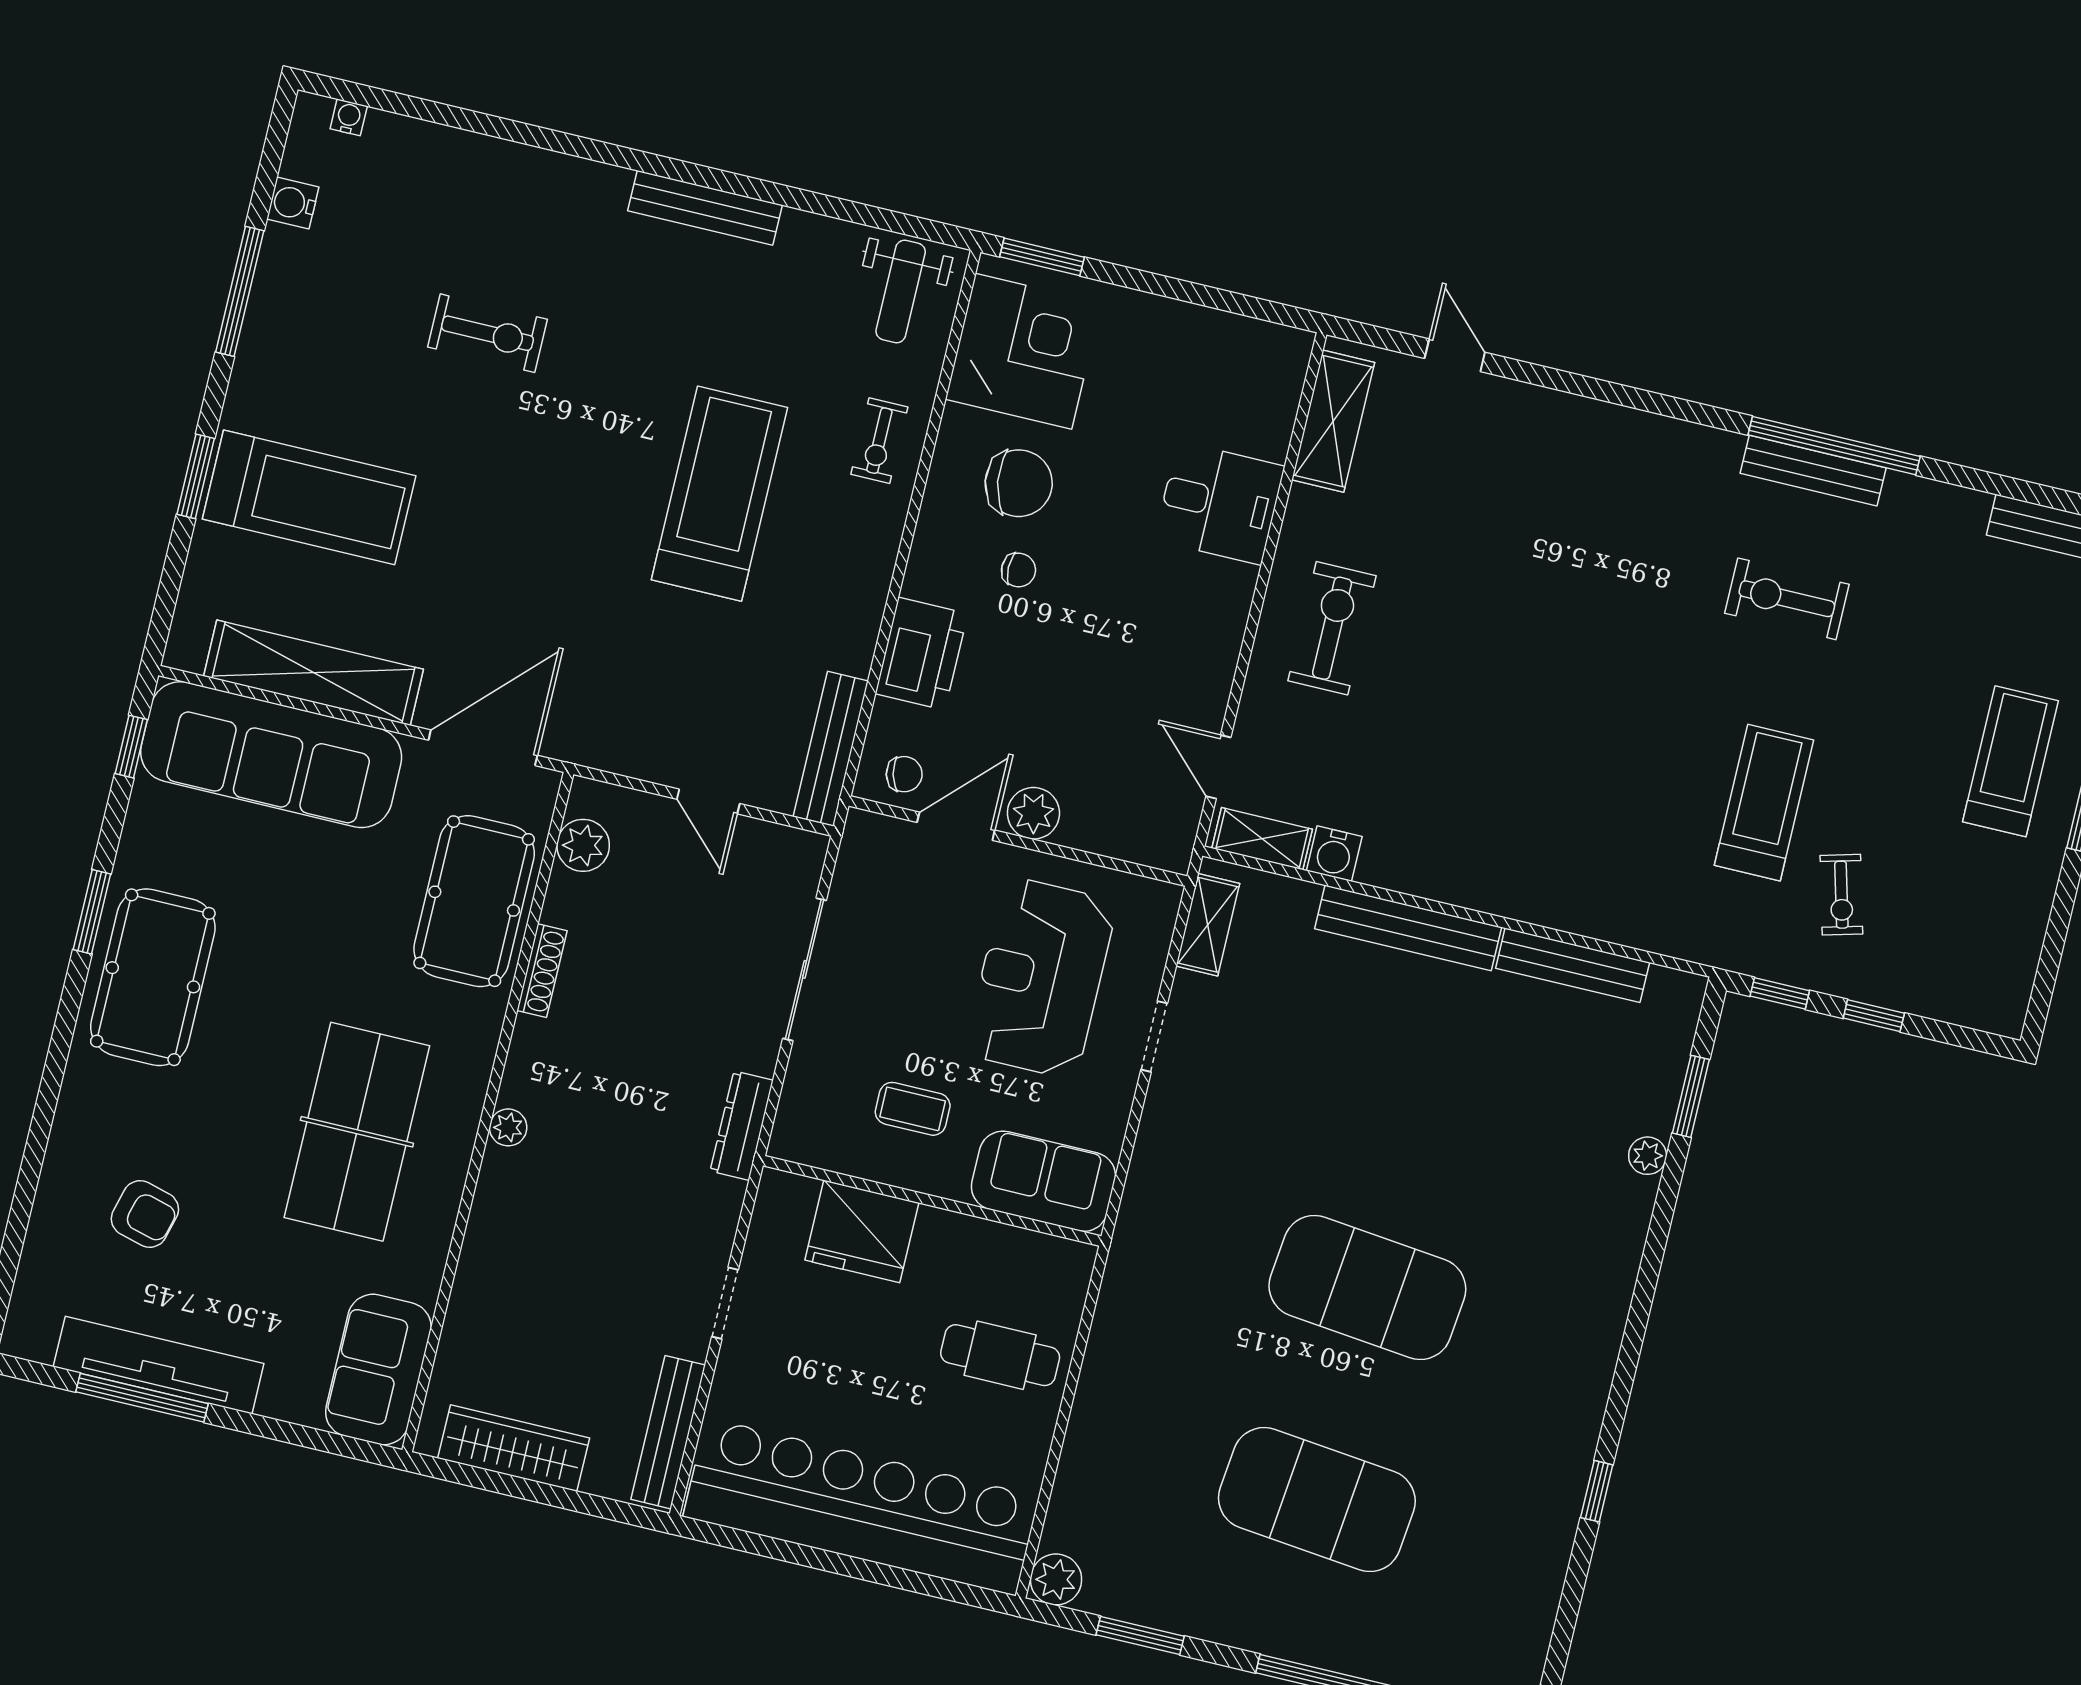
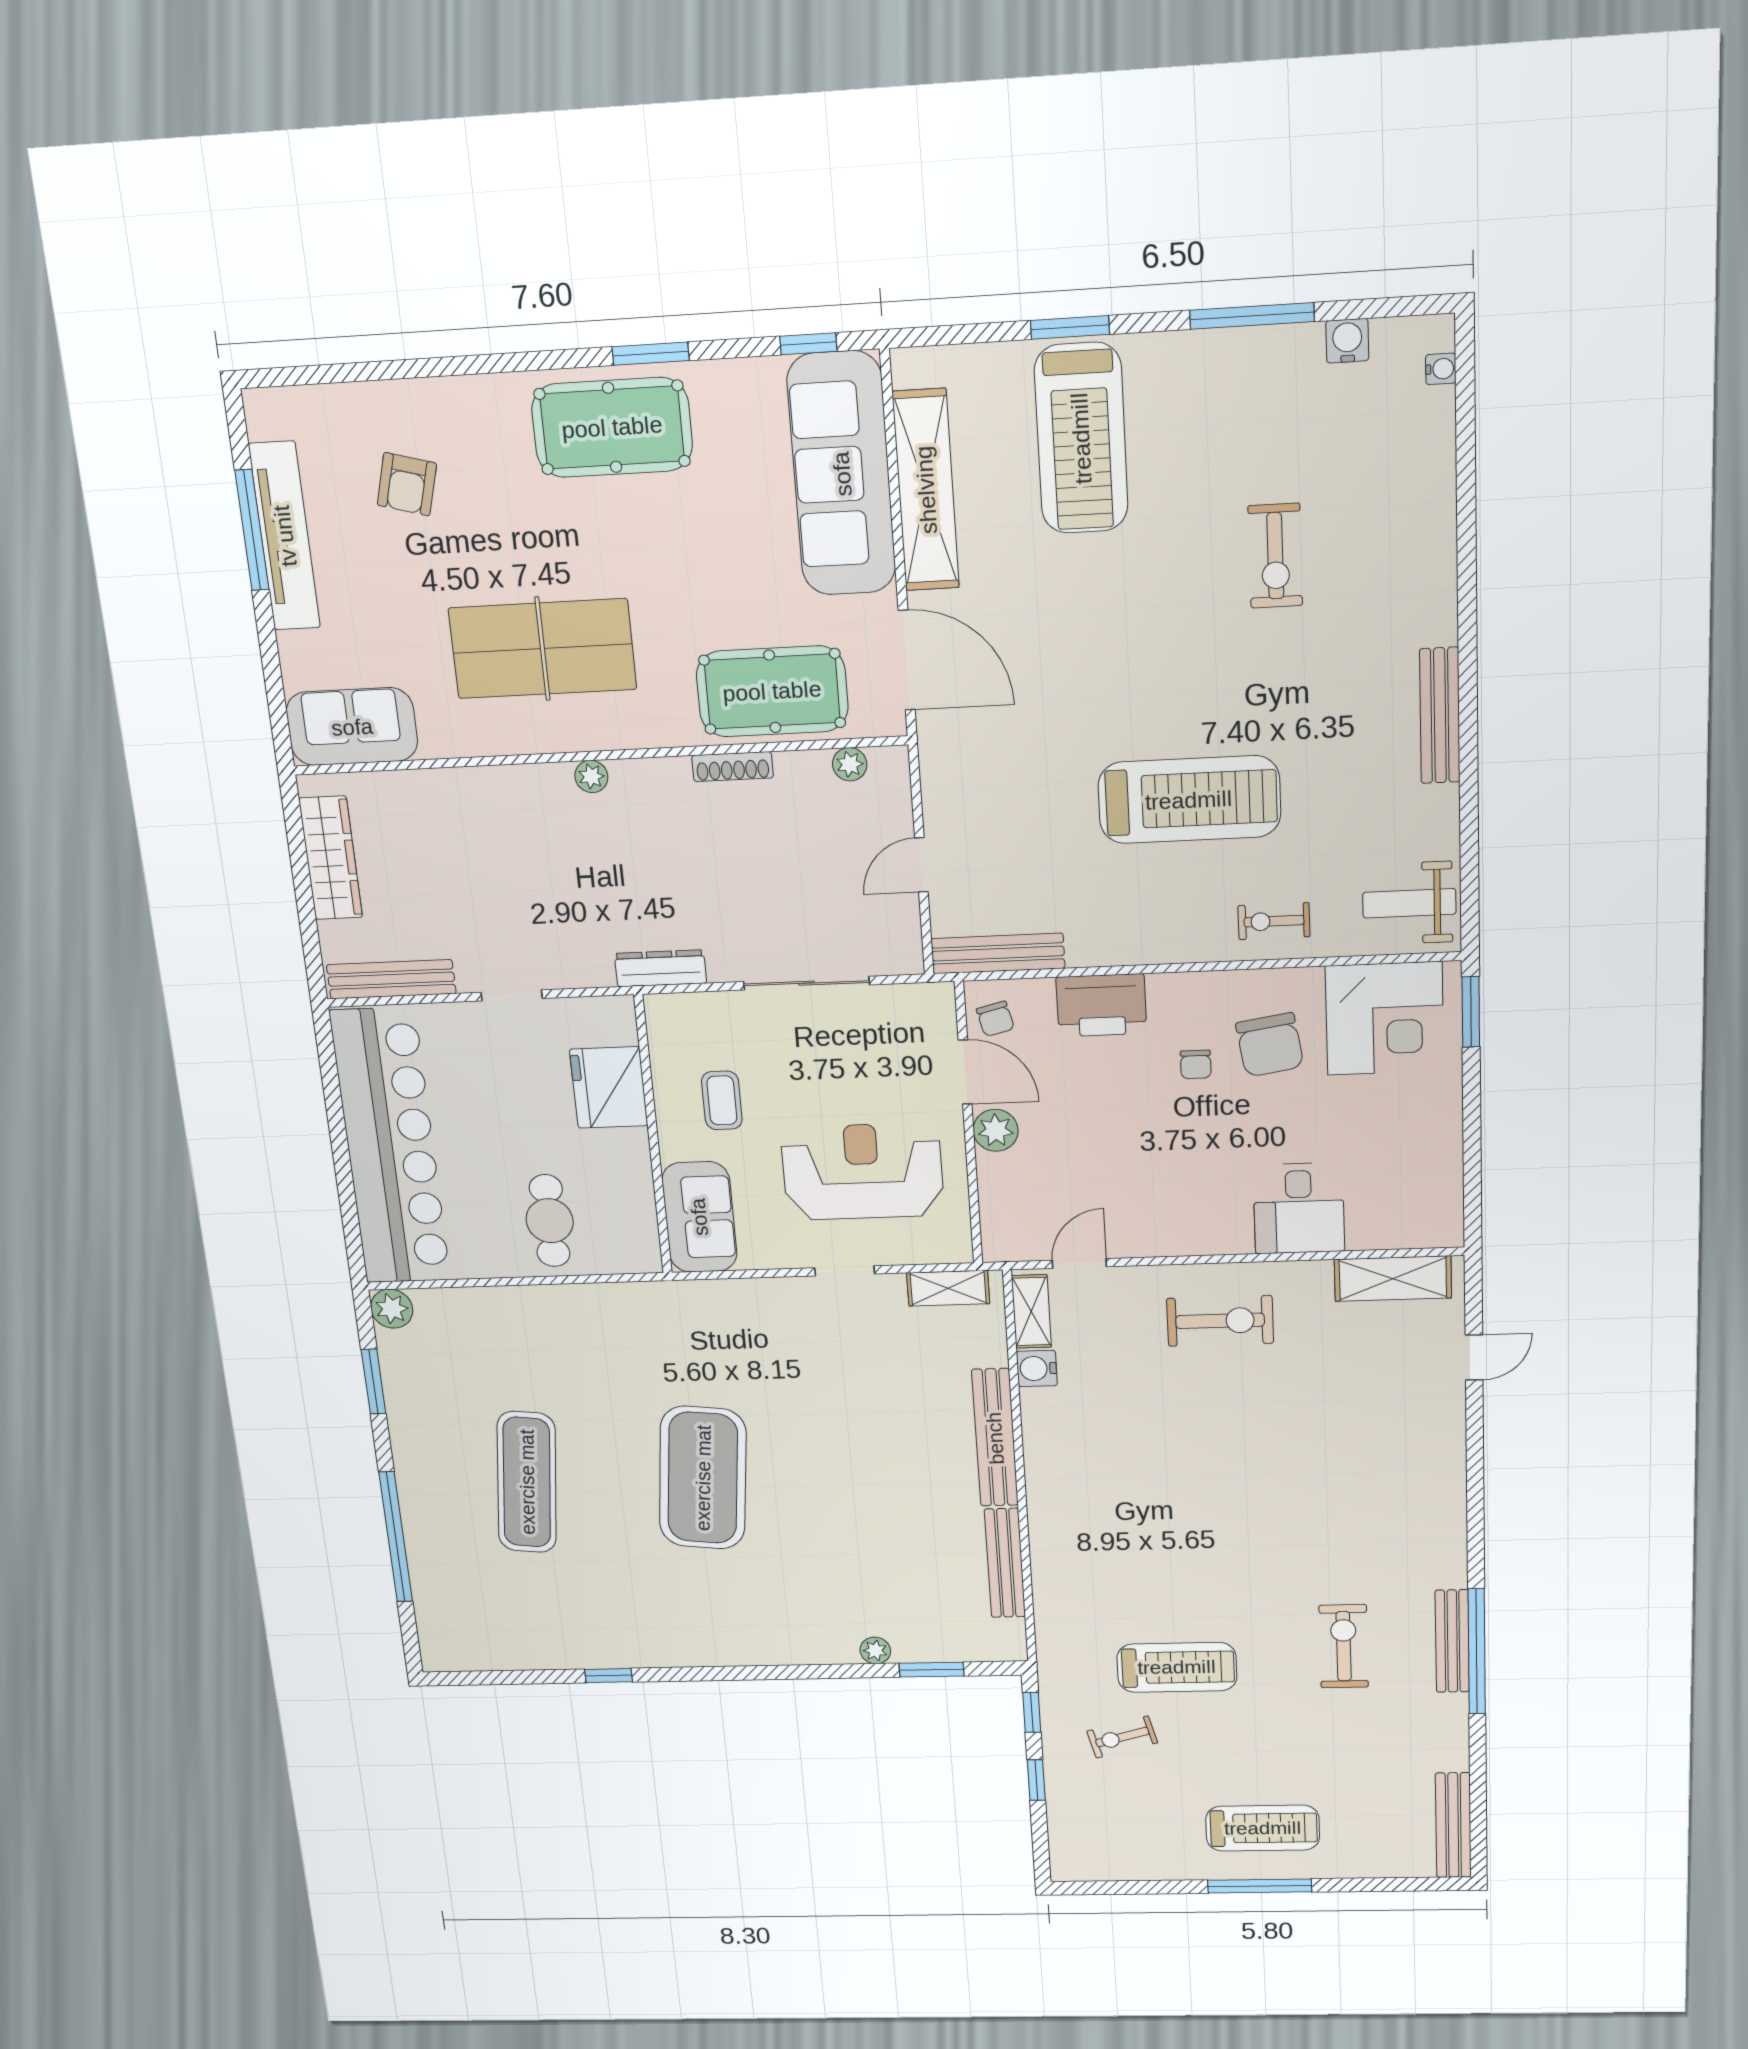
plant: (583, 845) -> (850, 764), width x0.73, depth x0.73
exercise mat: (1317, 1500) -> (527, 1482), width x0.68

